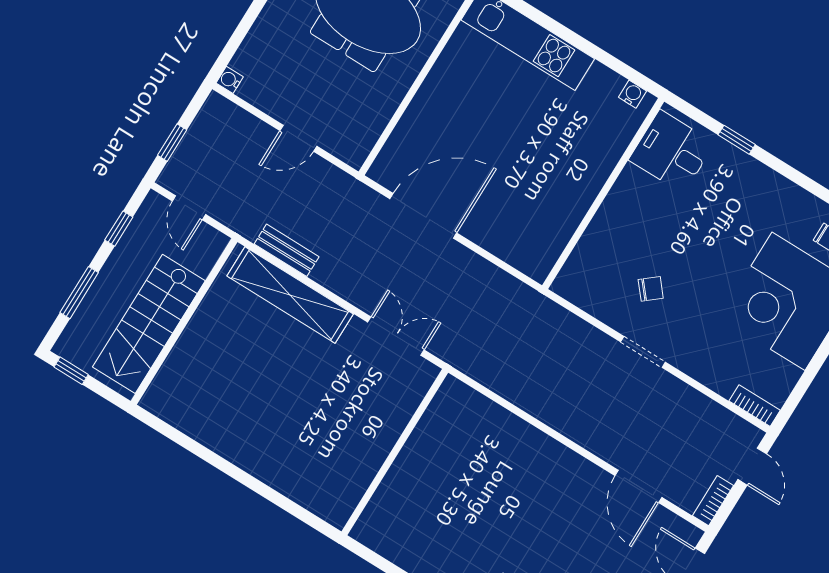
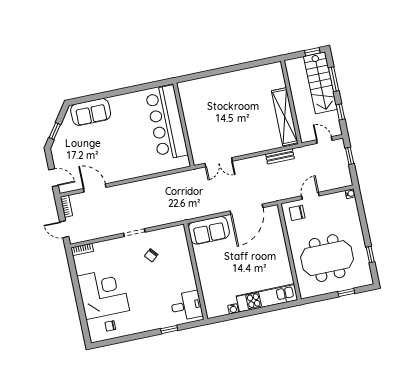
water cooler: (633, 94) -> (233, 309), moved
chair: (347, 131) -> (297, 213), added
sofa: (518, 240) -> (209, 230), added
shelving: (290, 295) -> (285, 117), moved, turned 90
stairs: (149, 324) -> (320, 83), moved, turned 180
bar counter: (419, 482) -> (167, 123), added

